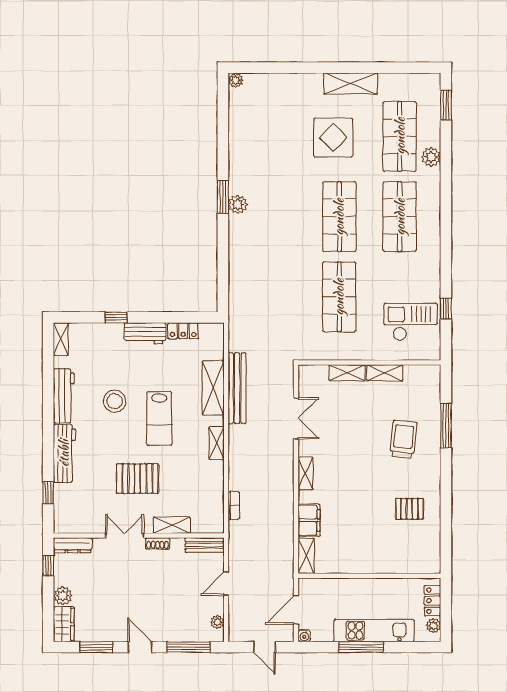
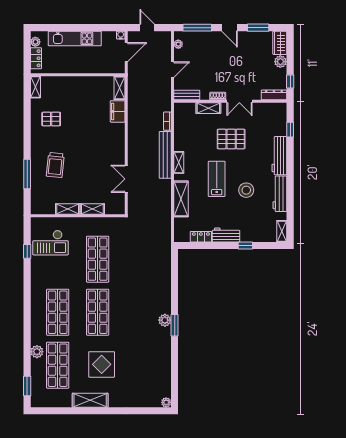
bench: (237, 388) -> (165, 155), moved
shelving: (306, 473) -> (35, 87), moved
window: (361, 647) -> (83, 28), removed

